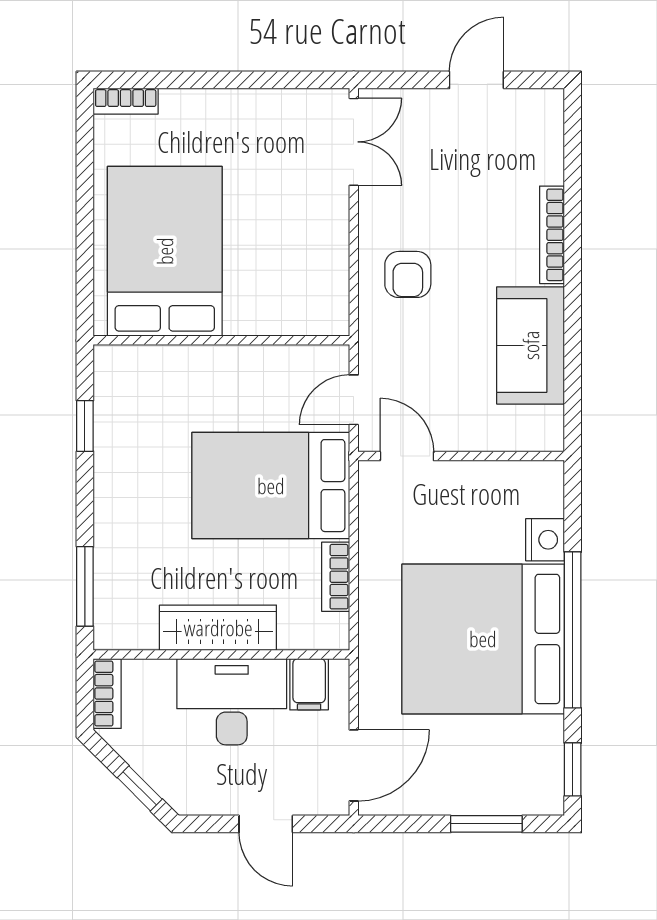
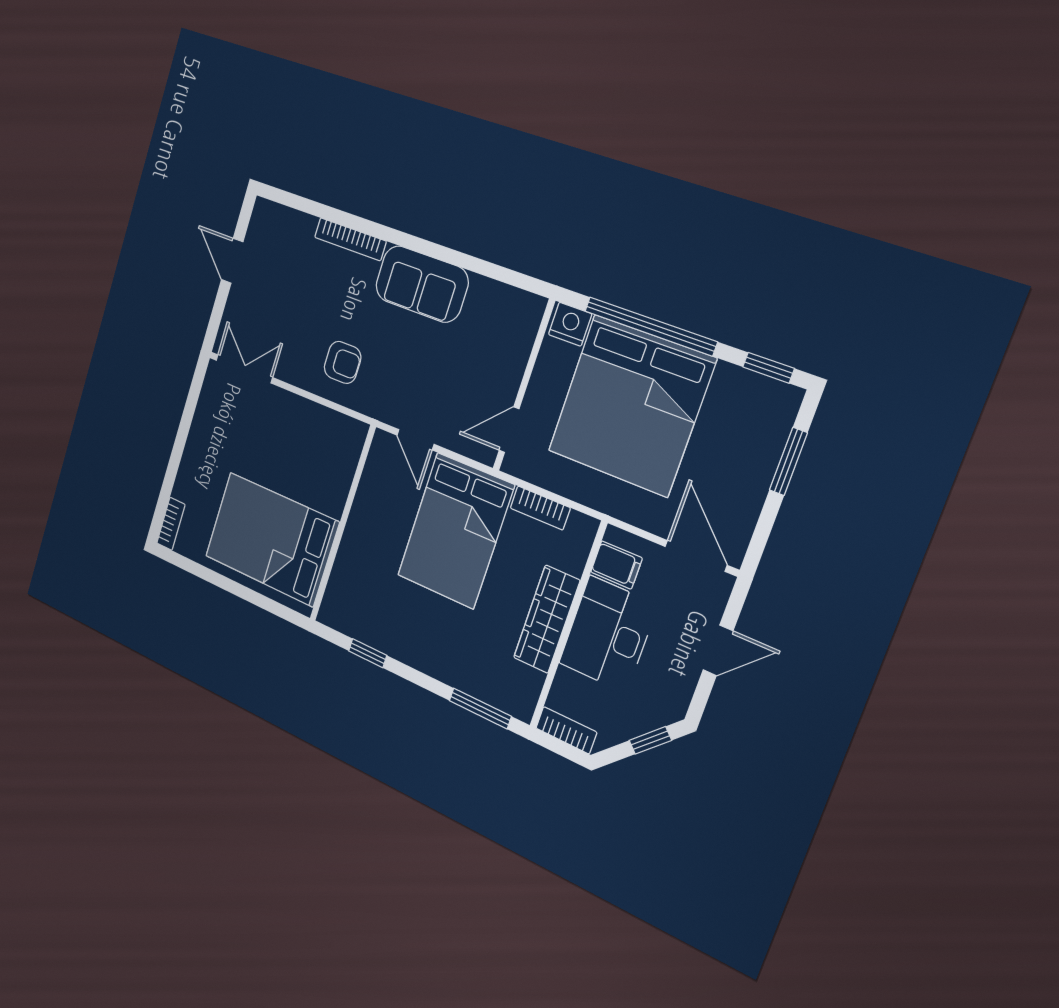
door: (407, 456) -> (509, 430), moved
wall: (461, 456) -> (524, 385), moved

